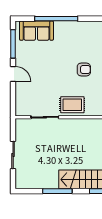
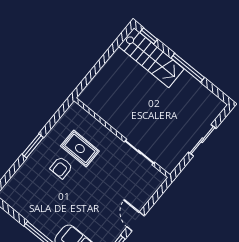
armchair: (84, 70) -> (61, 168), turned -90
rug: (72, 105) -> (80, 148), moved

